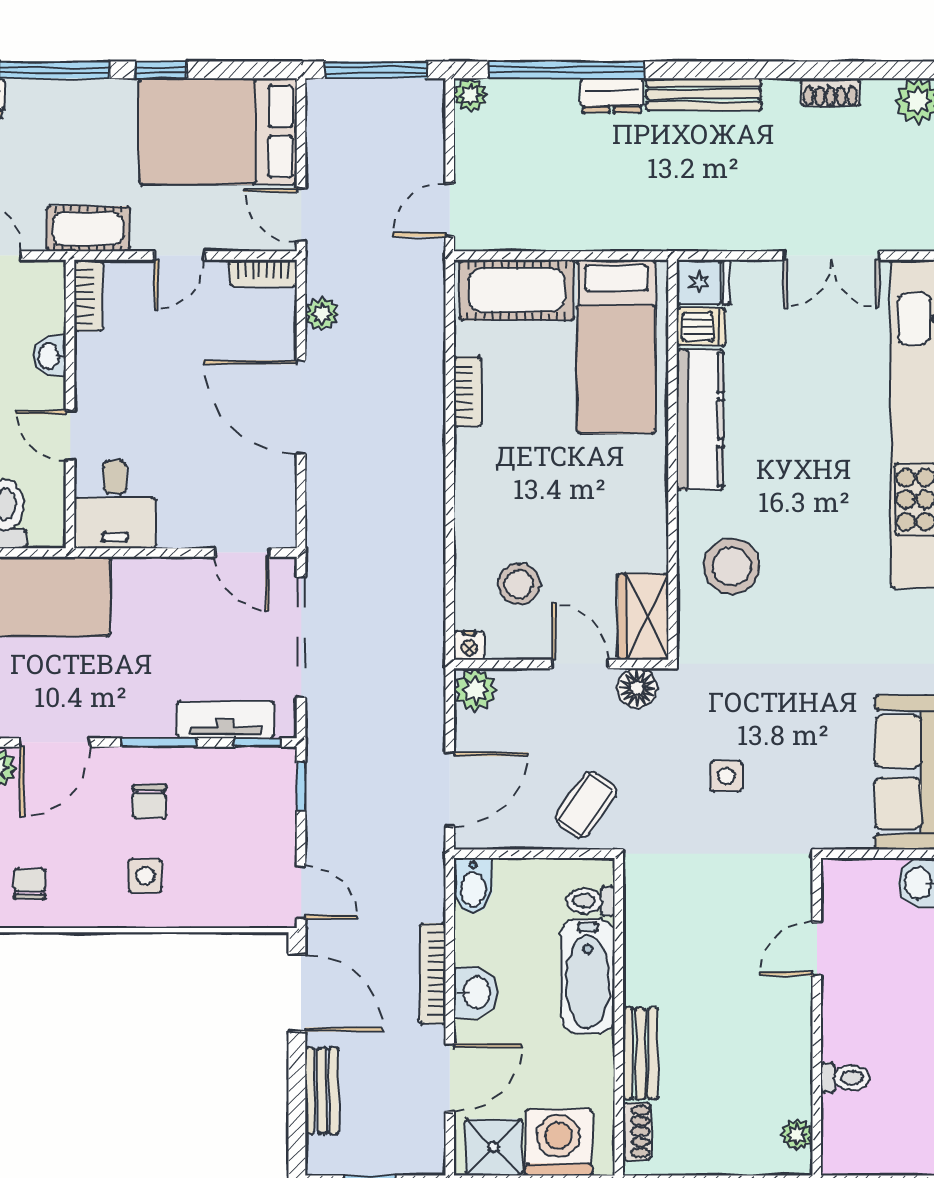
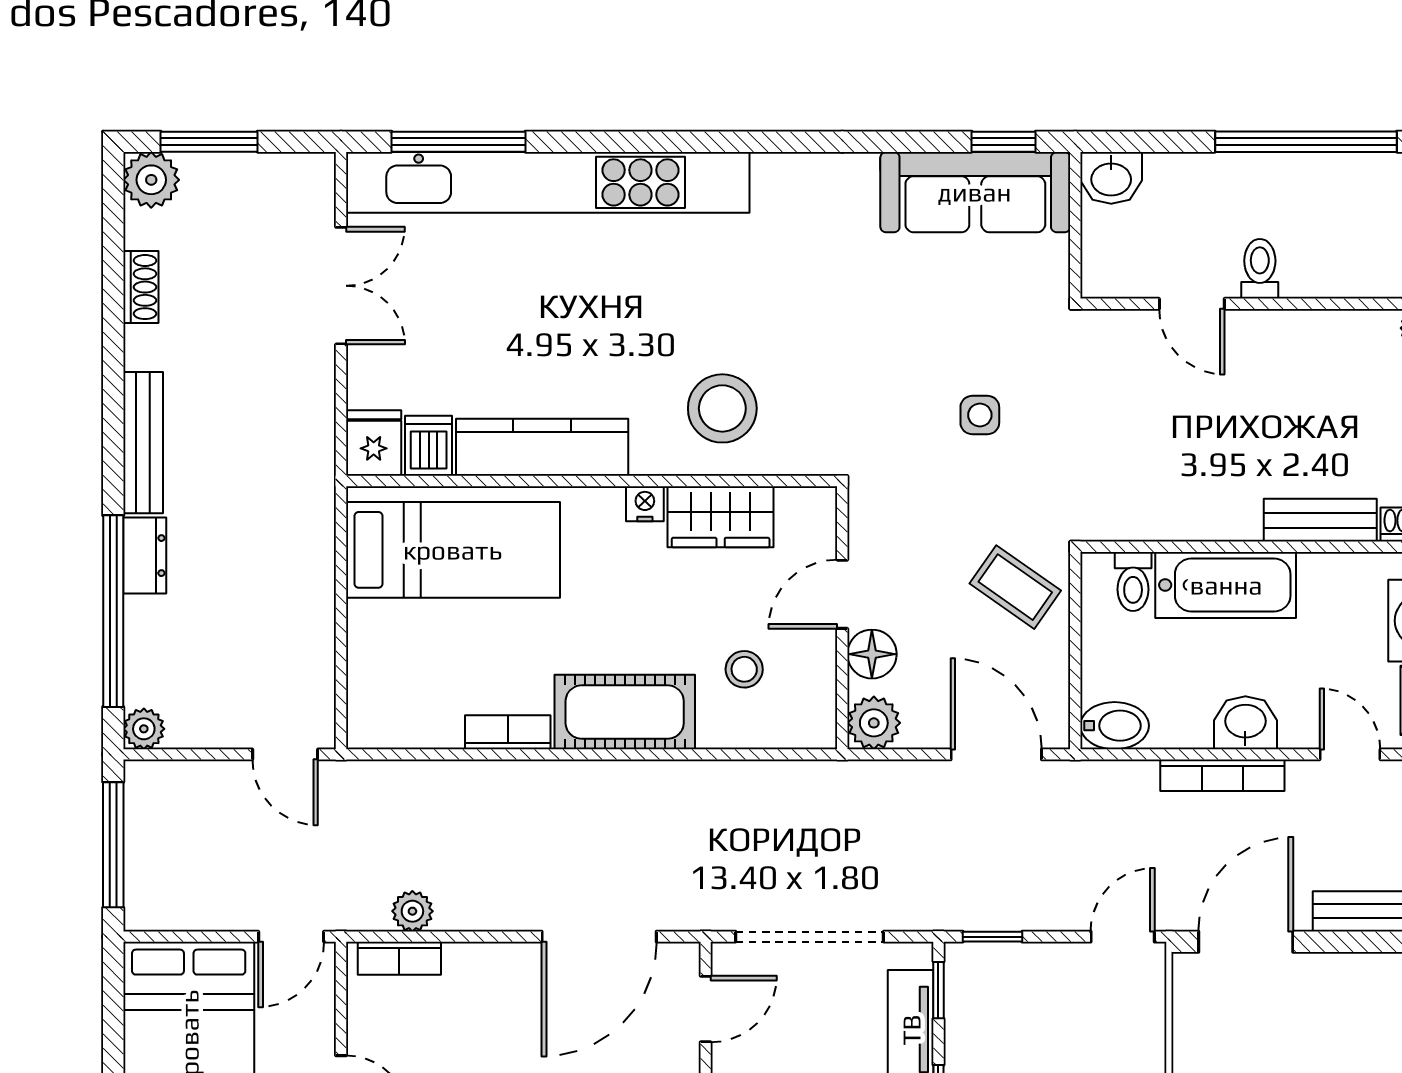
bookcase: (263, 273) -> (399, 958), moved, turned 90
cot: (517, 290) -> (625, 712), moved, turned 90
door: (301, 407) -> (599, 937), moved
stool: (519, 584) -> (744, 669), width x0.73, depth x0.73
wardrobe: (643, 617) -> (721, 517), moved
nightstand: (469, 645) -> (645, 504), moved, turned -90
floor lamp: (637, 688) -> (872, 654), moved
door: (450, 1078) -> (1350, 754), width x0.73
toilet: (845, 1078) -> (1260, 269), moved

